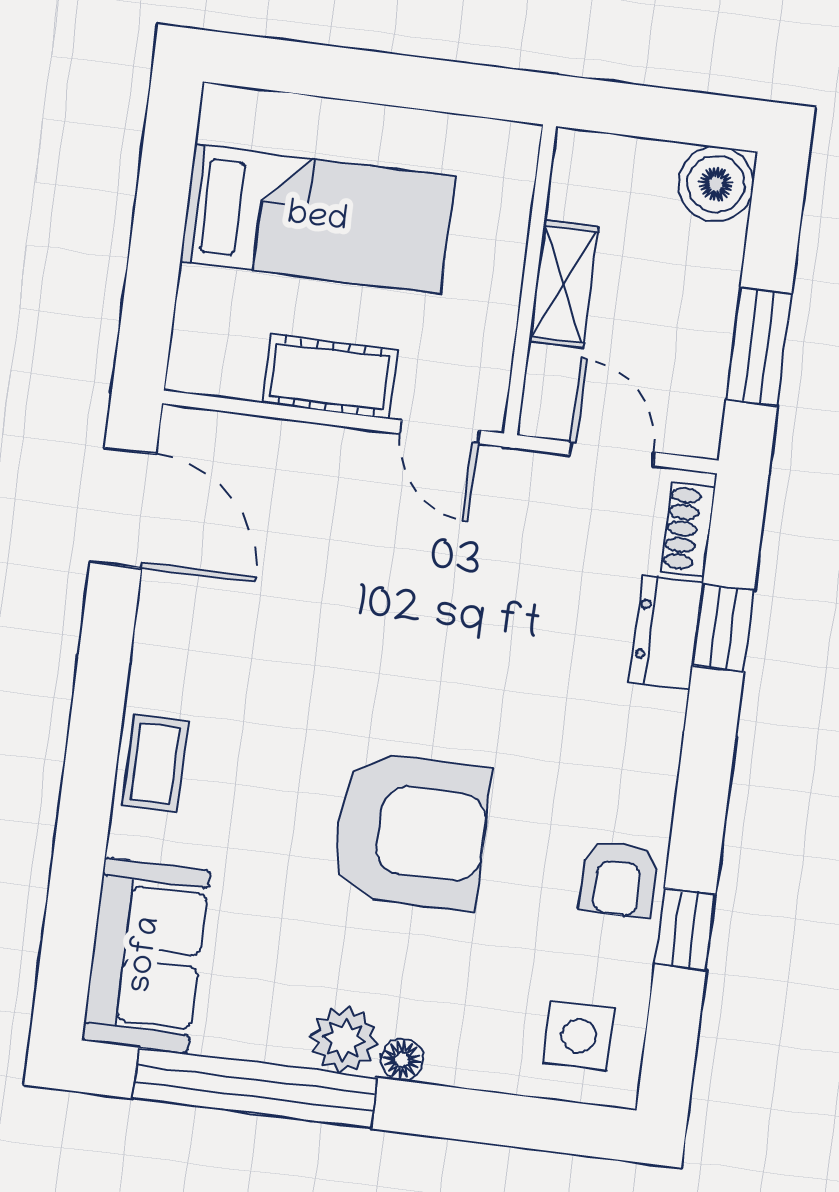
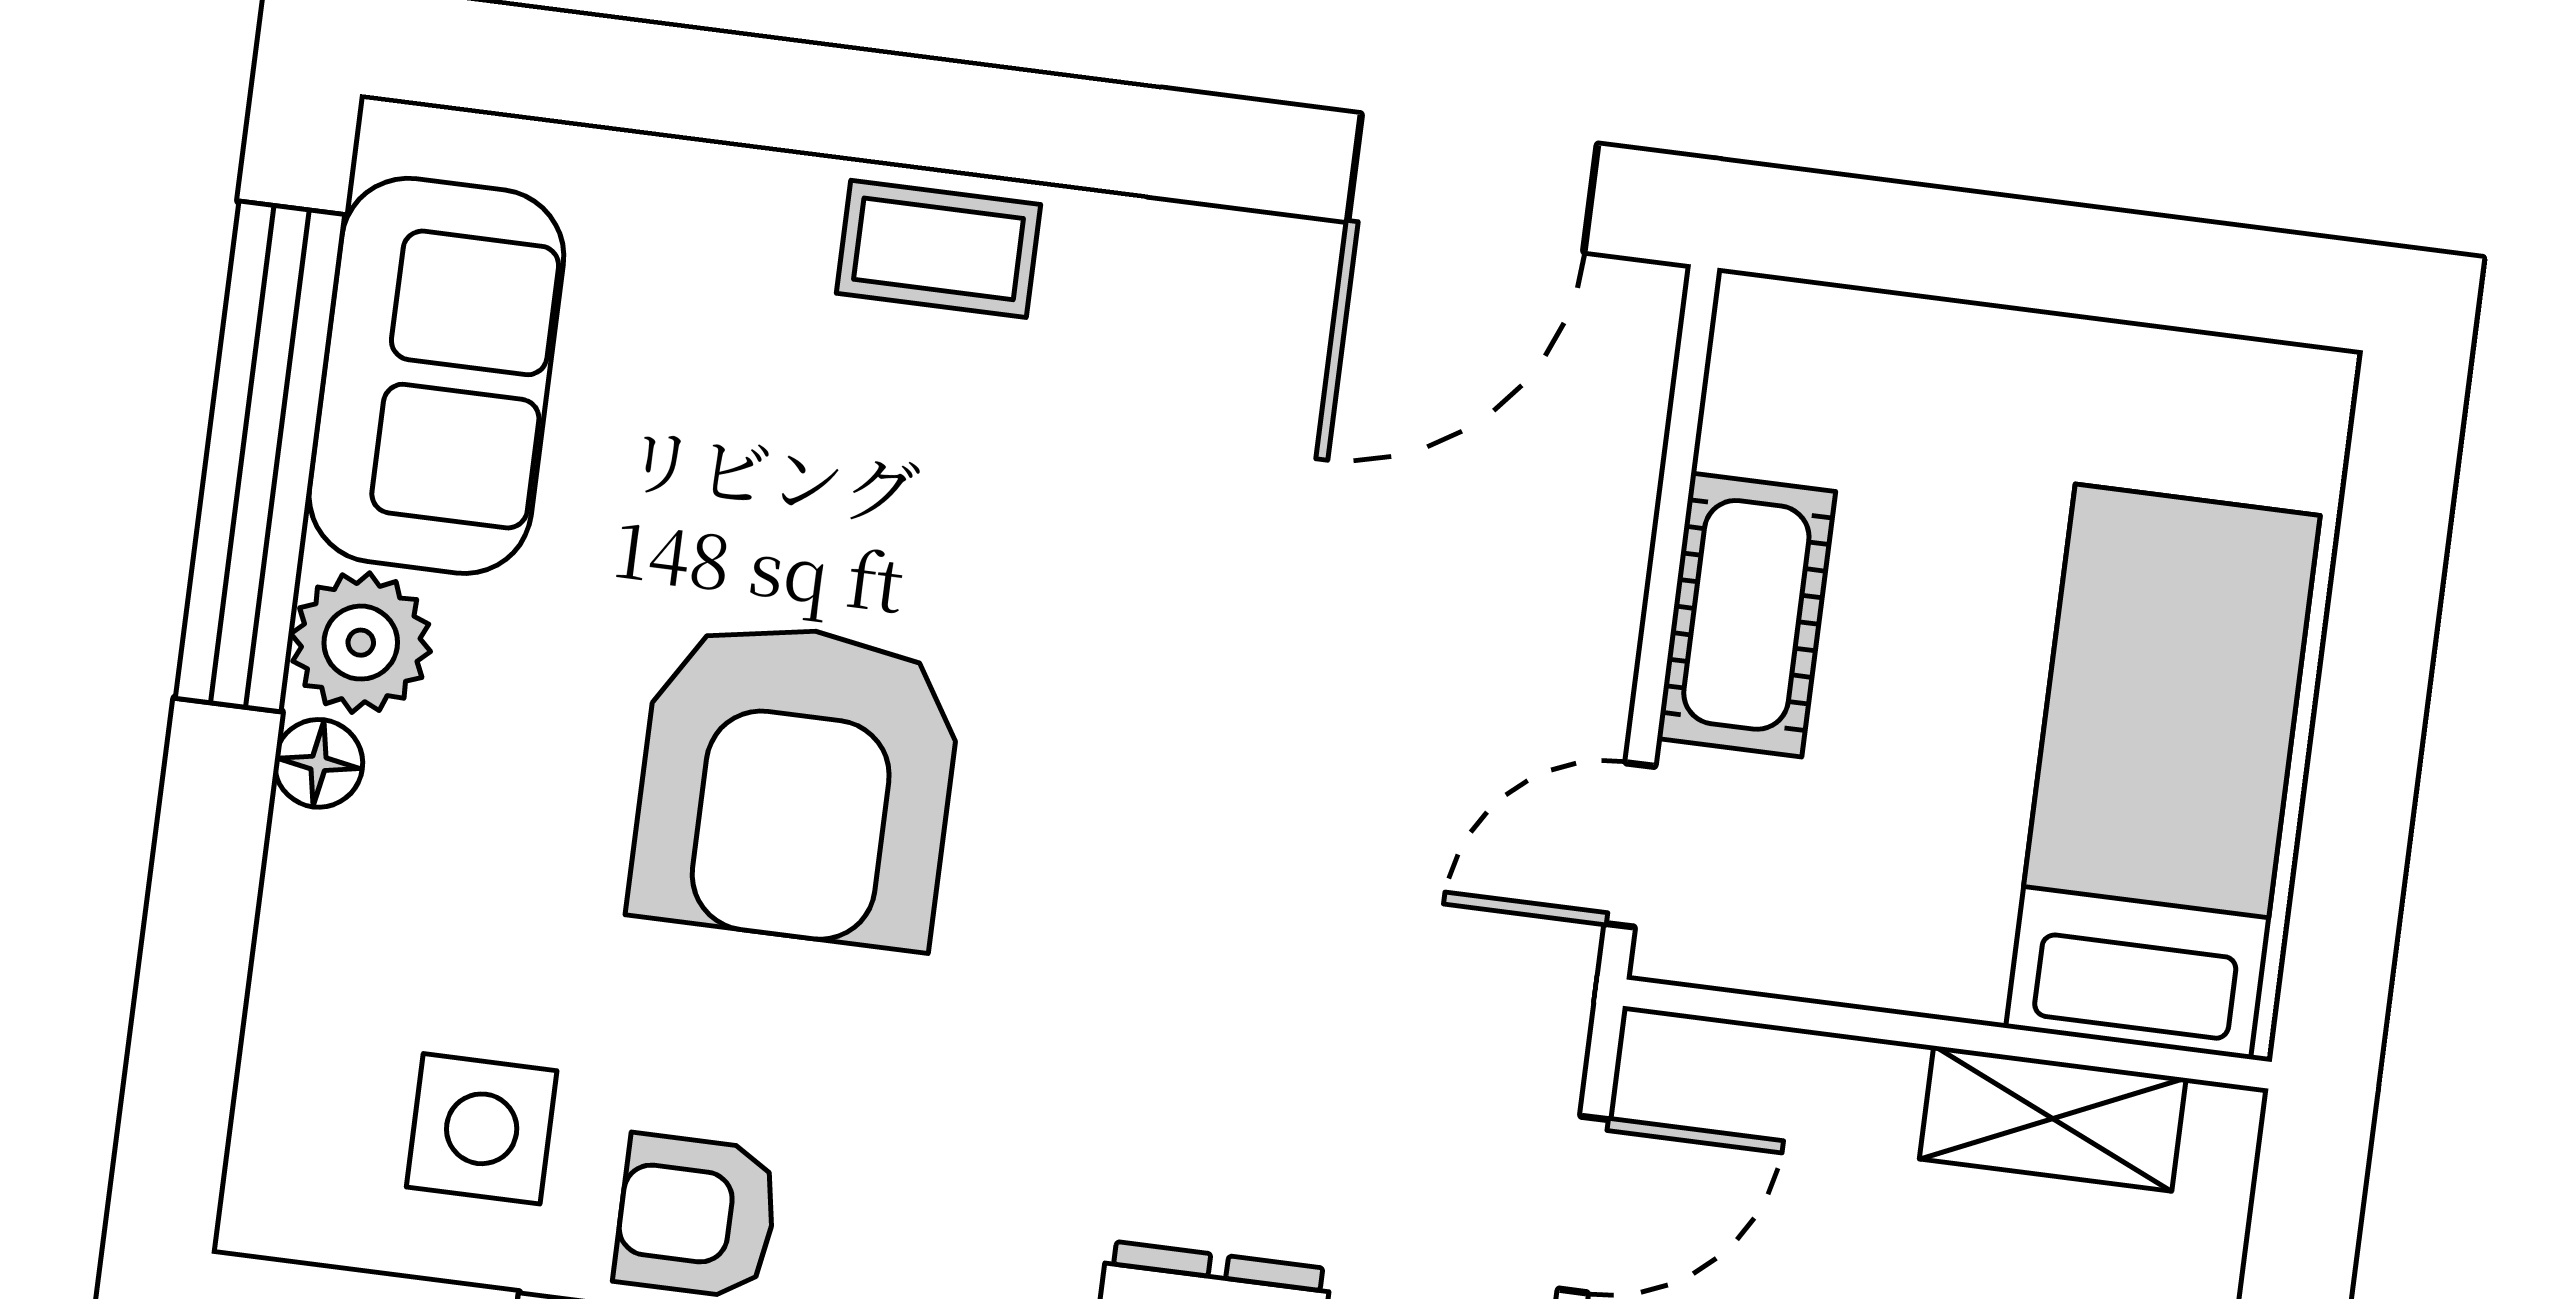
bed: (317, 219) -> (2163, 772), moved, turned 180
shelving: (564, 284) -> (2053, 1119), moved
sofa: (146, 955) -> (436, 376), moved, turned -90
side table: (579, 1036) -> (482, 1129), moved

